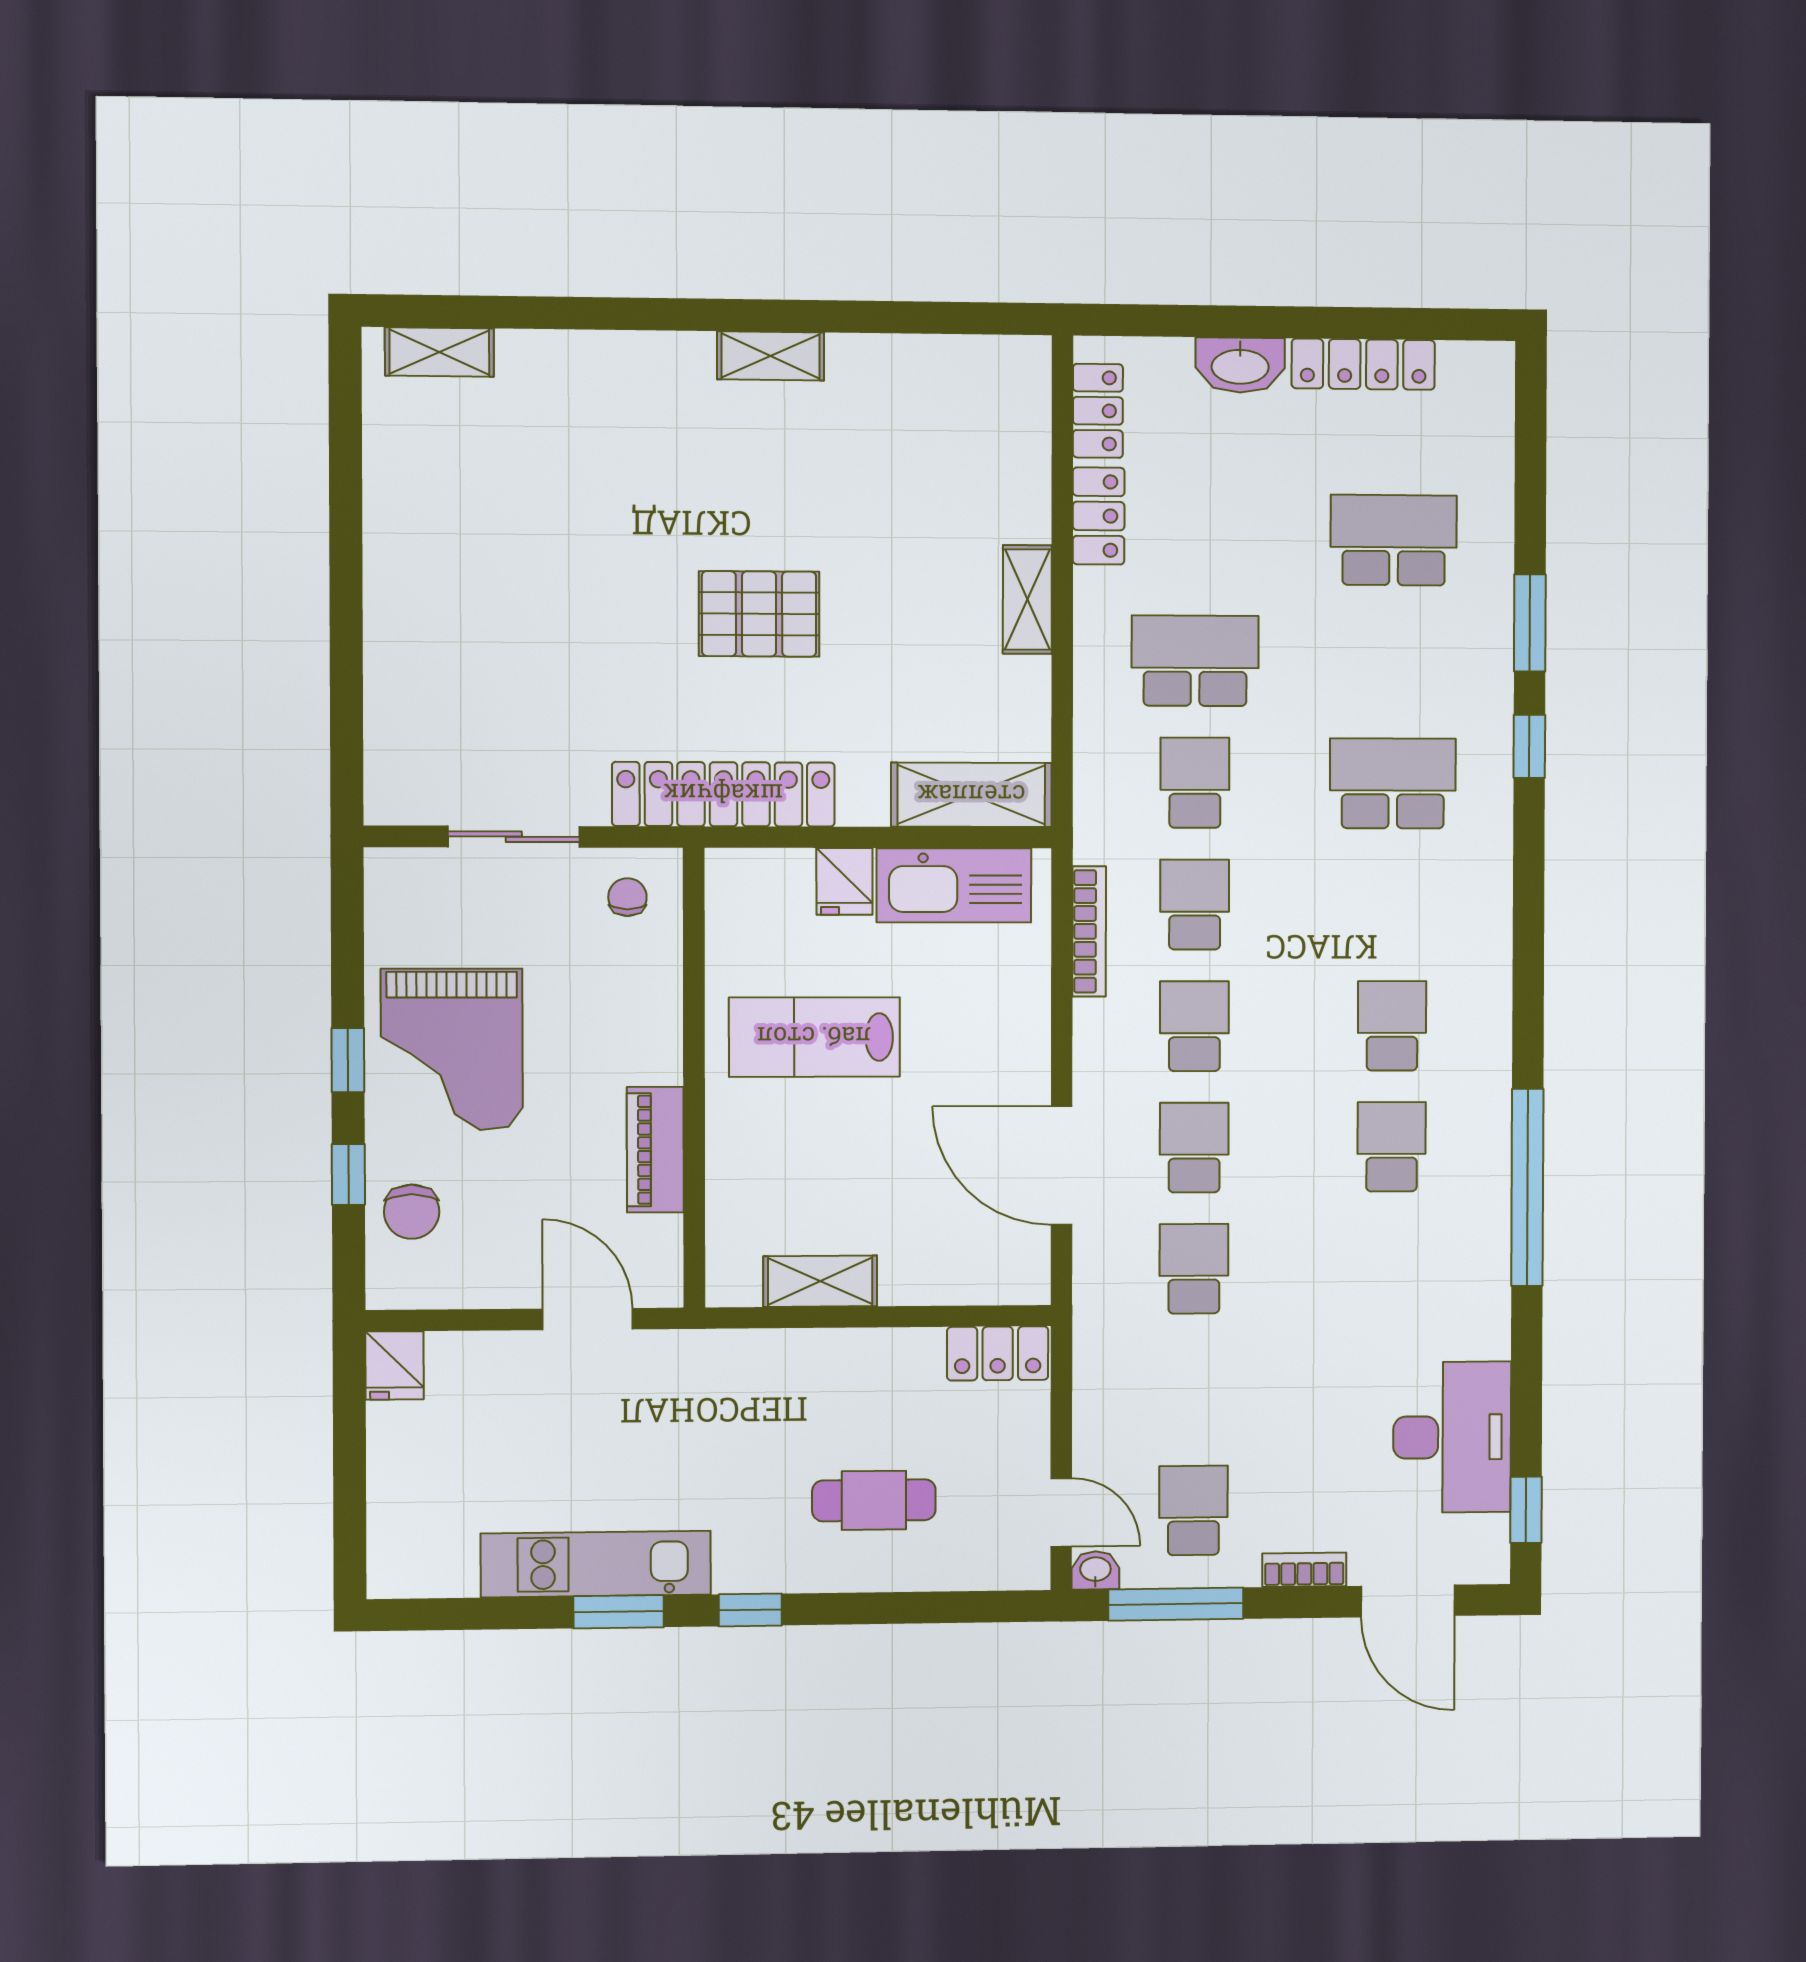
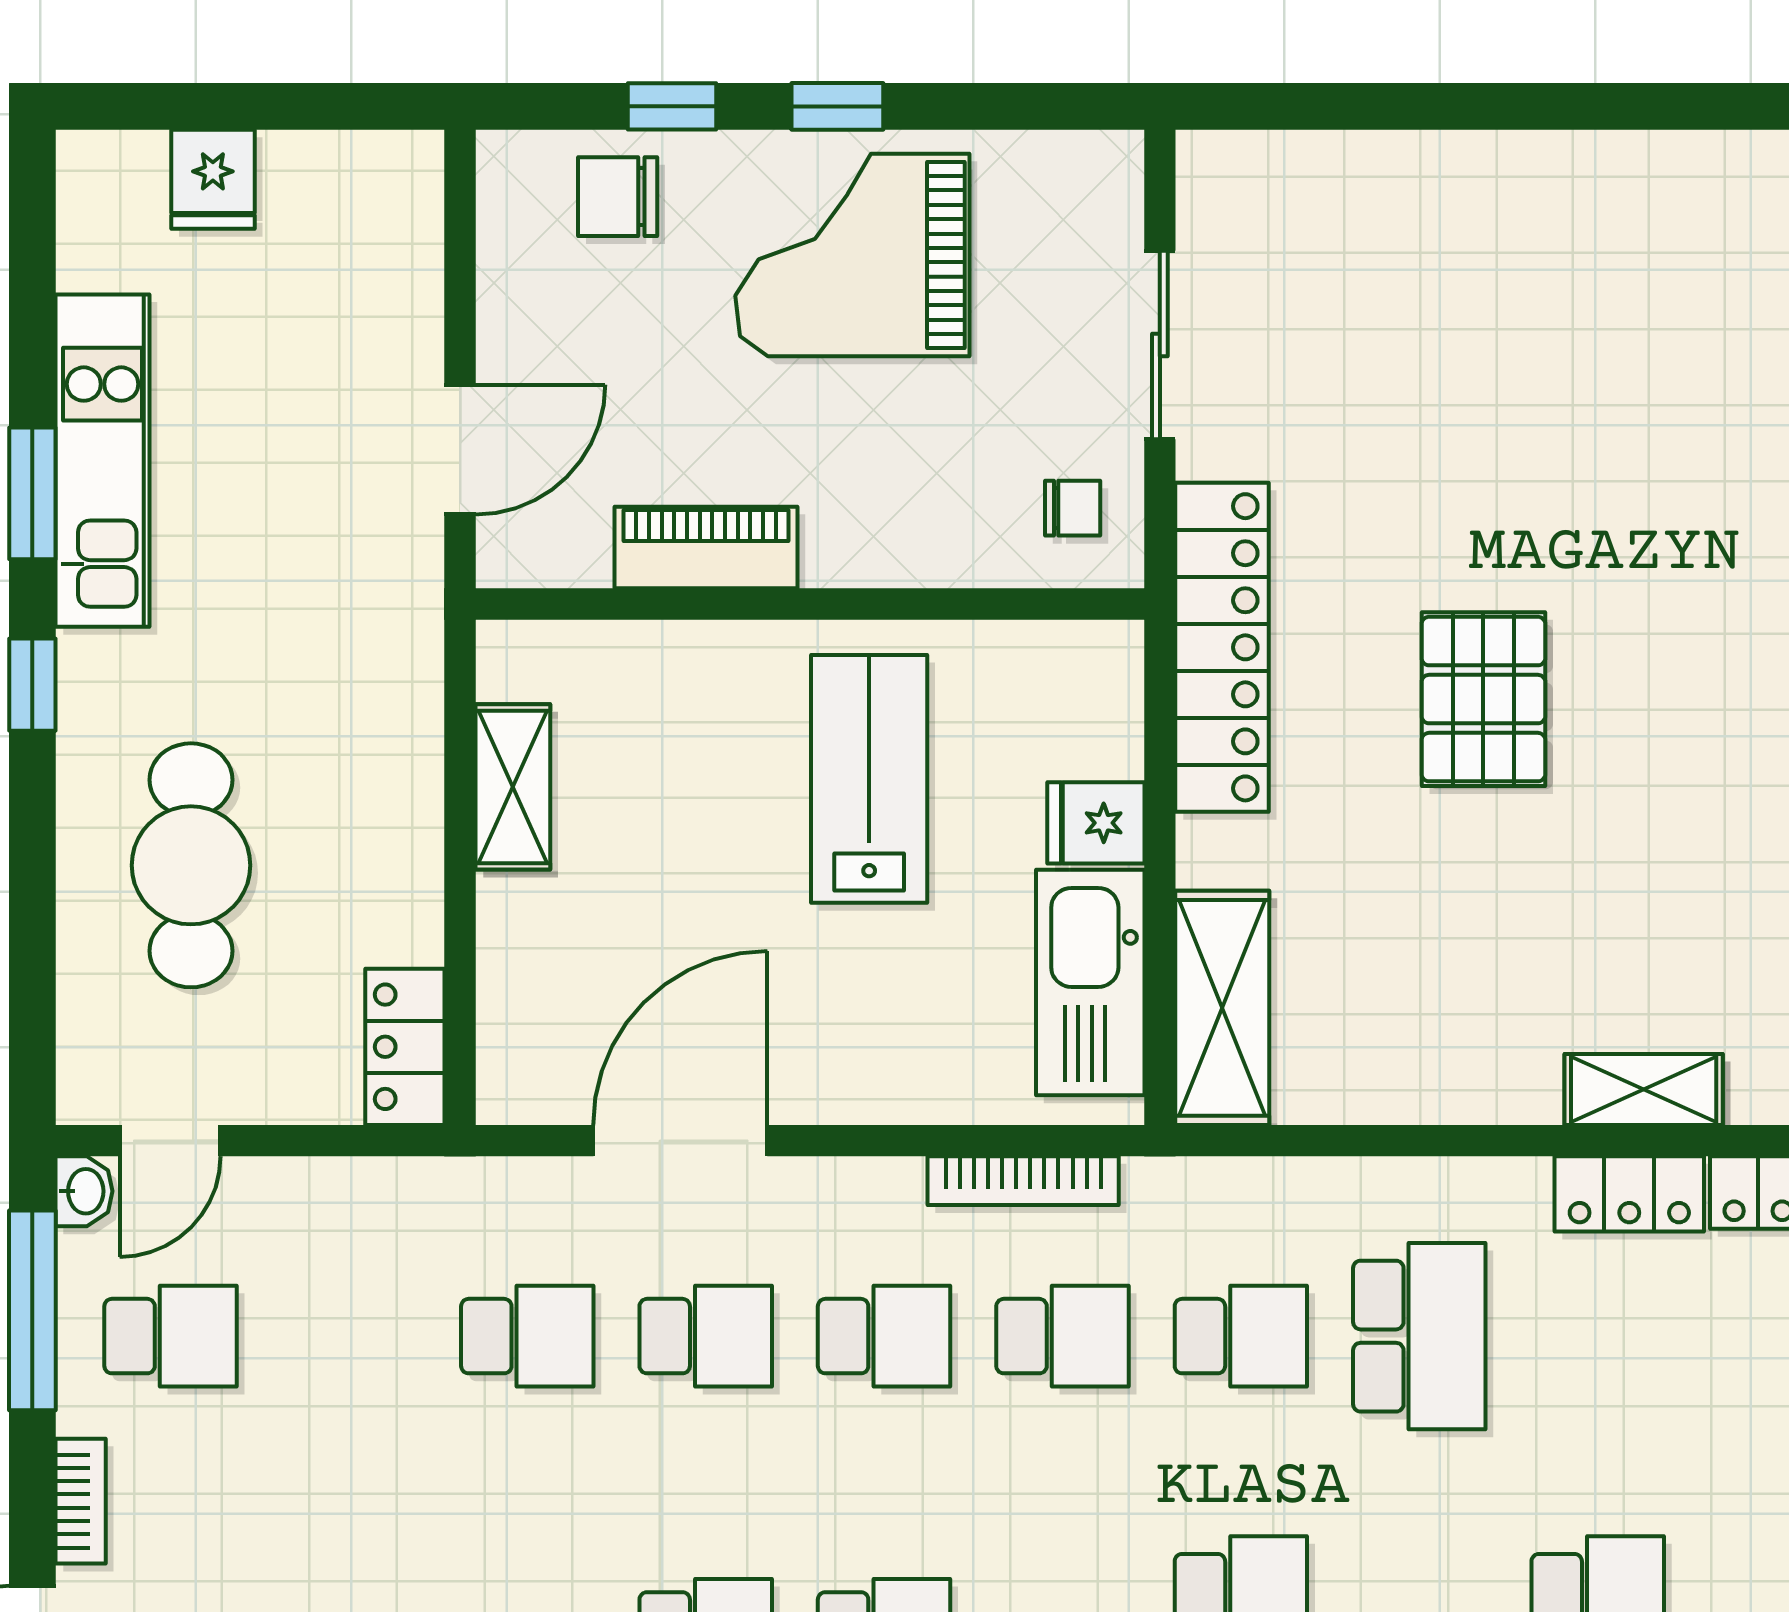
shelving: (1027, 600) -> (1644, 1089), moved
fridge: (395, 1365) -> (213, 179), moved, turned -90
cafe table: (874, 1500) -> (191, 865), width x1.37, depth x1.35

